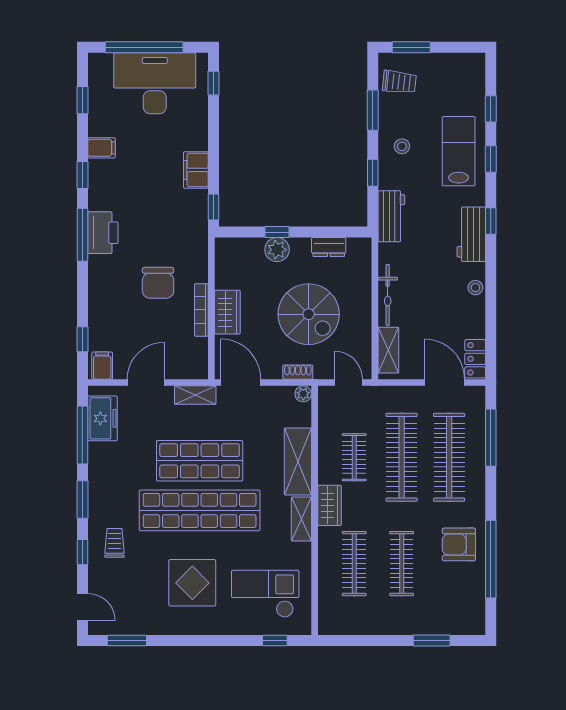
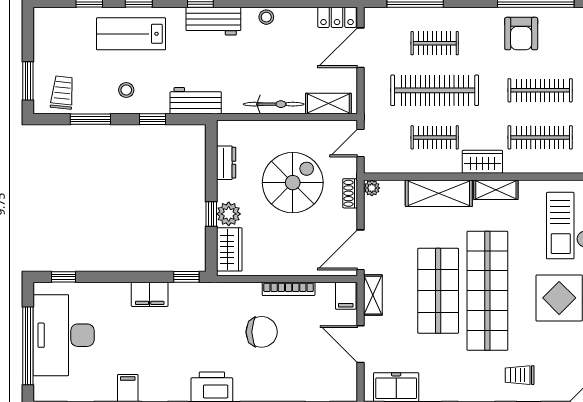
wardrobe: (227, 312) -> (229, 249), moved, turned 90
filing cabinet: (102, 366) -> (346, 296), moved, turned -90
clothes rail: (449, 457) -> (435, 43), width x0.54, depth x0.76

